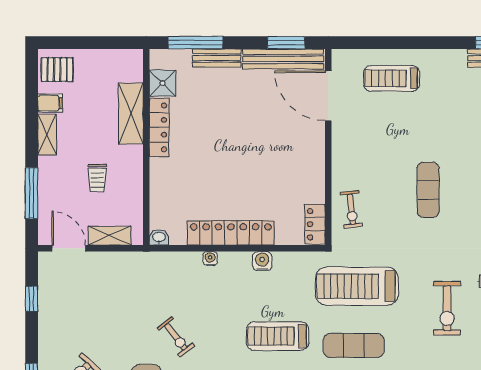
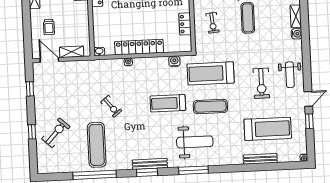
trolley: (97, 178) -> (49, 27), moved
window: (32, 193) -> (27, 30), removed
exercise bike: (351, 209) -> (213, 23), moved
locker: (315, 224) -> (185, 24), moved
water cooler: (262, 261) -> (174, 61), moved

